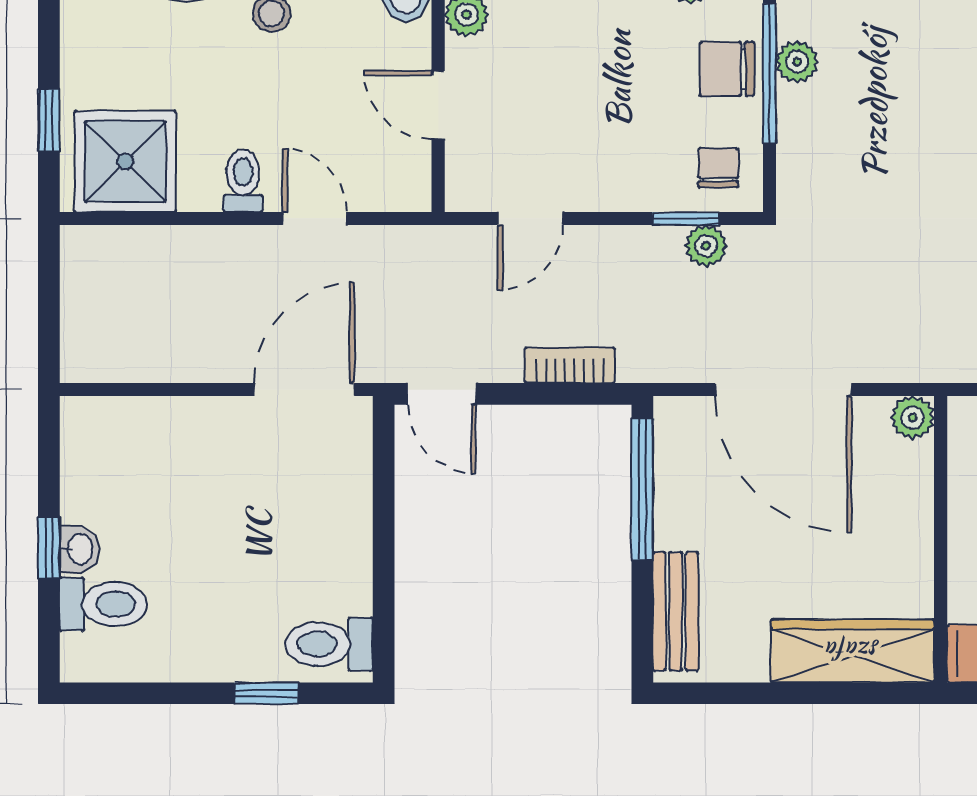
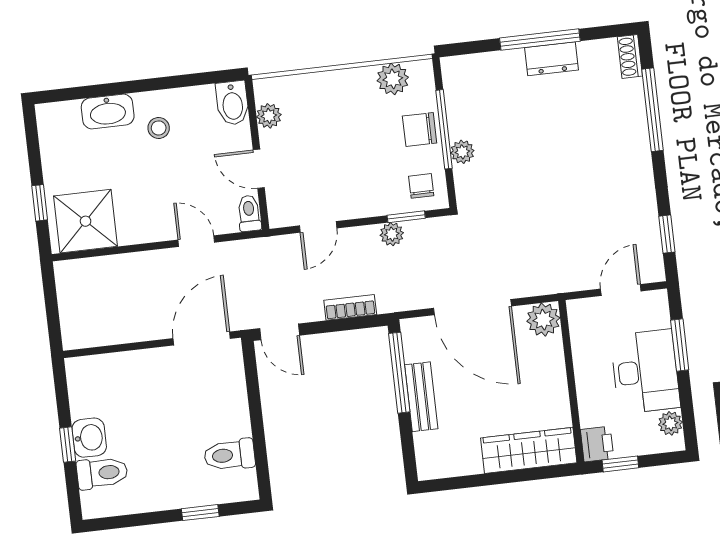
plant: (797, 62) -> (462, 152), moved
toilet: (243, 181) -> (249, 213), moved
plant: (706, 246) -> (392, 234), moved
plant: (913, 418) -> (543, 320), width x1.38, depth x1.38
washbasin: (79, 549) -> (89, 438), width x1.38, depth x1.45
bench: (676, 611) -> (421, 397), moved
toilet: (329, 644) -> (229, 455), moved

